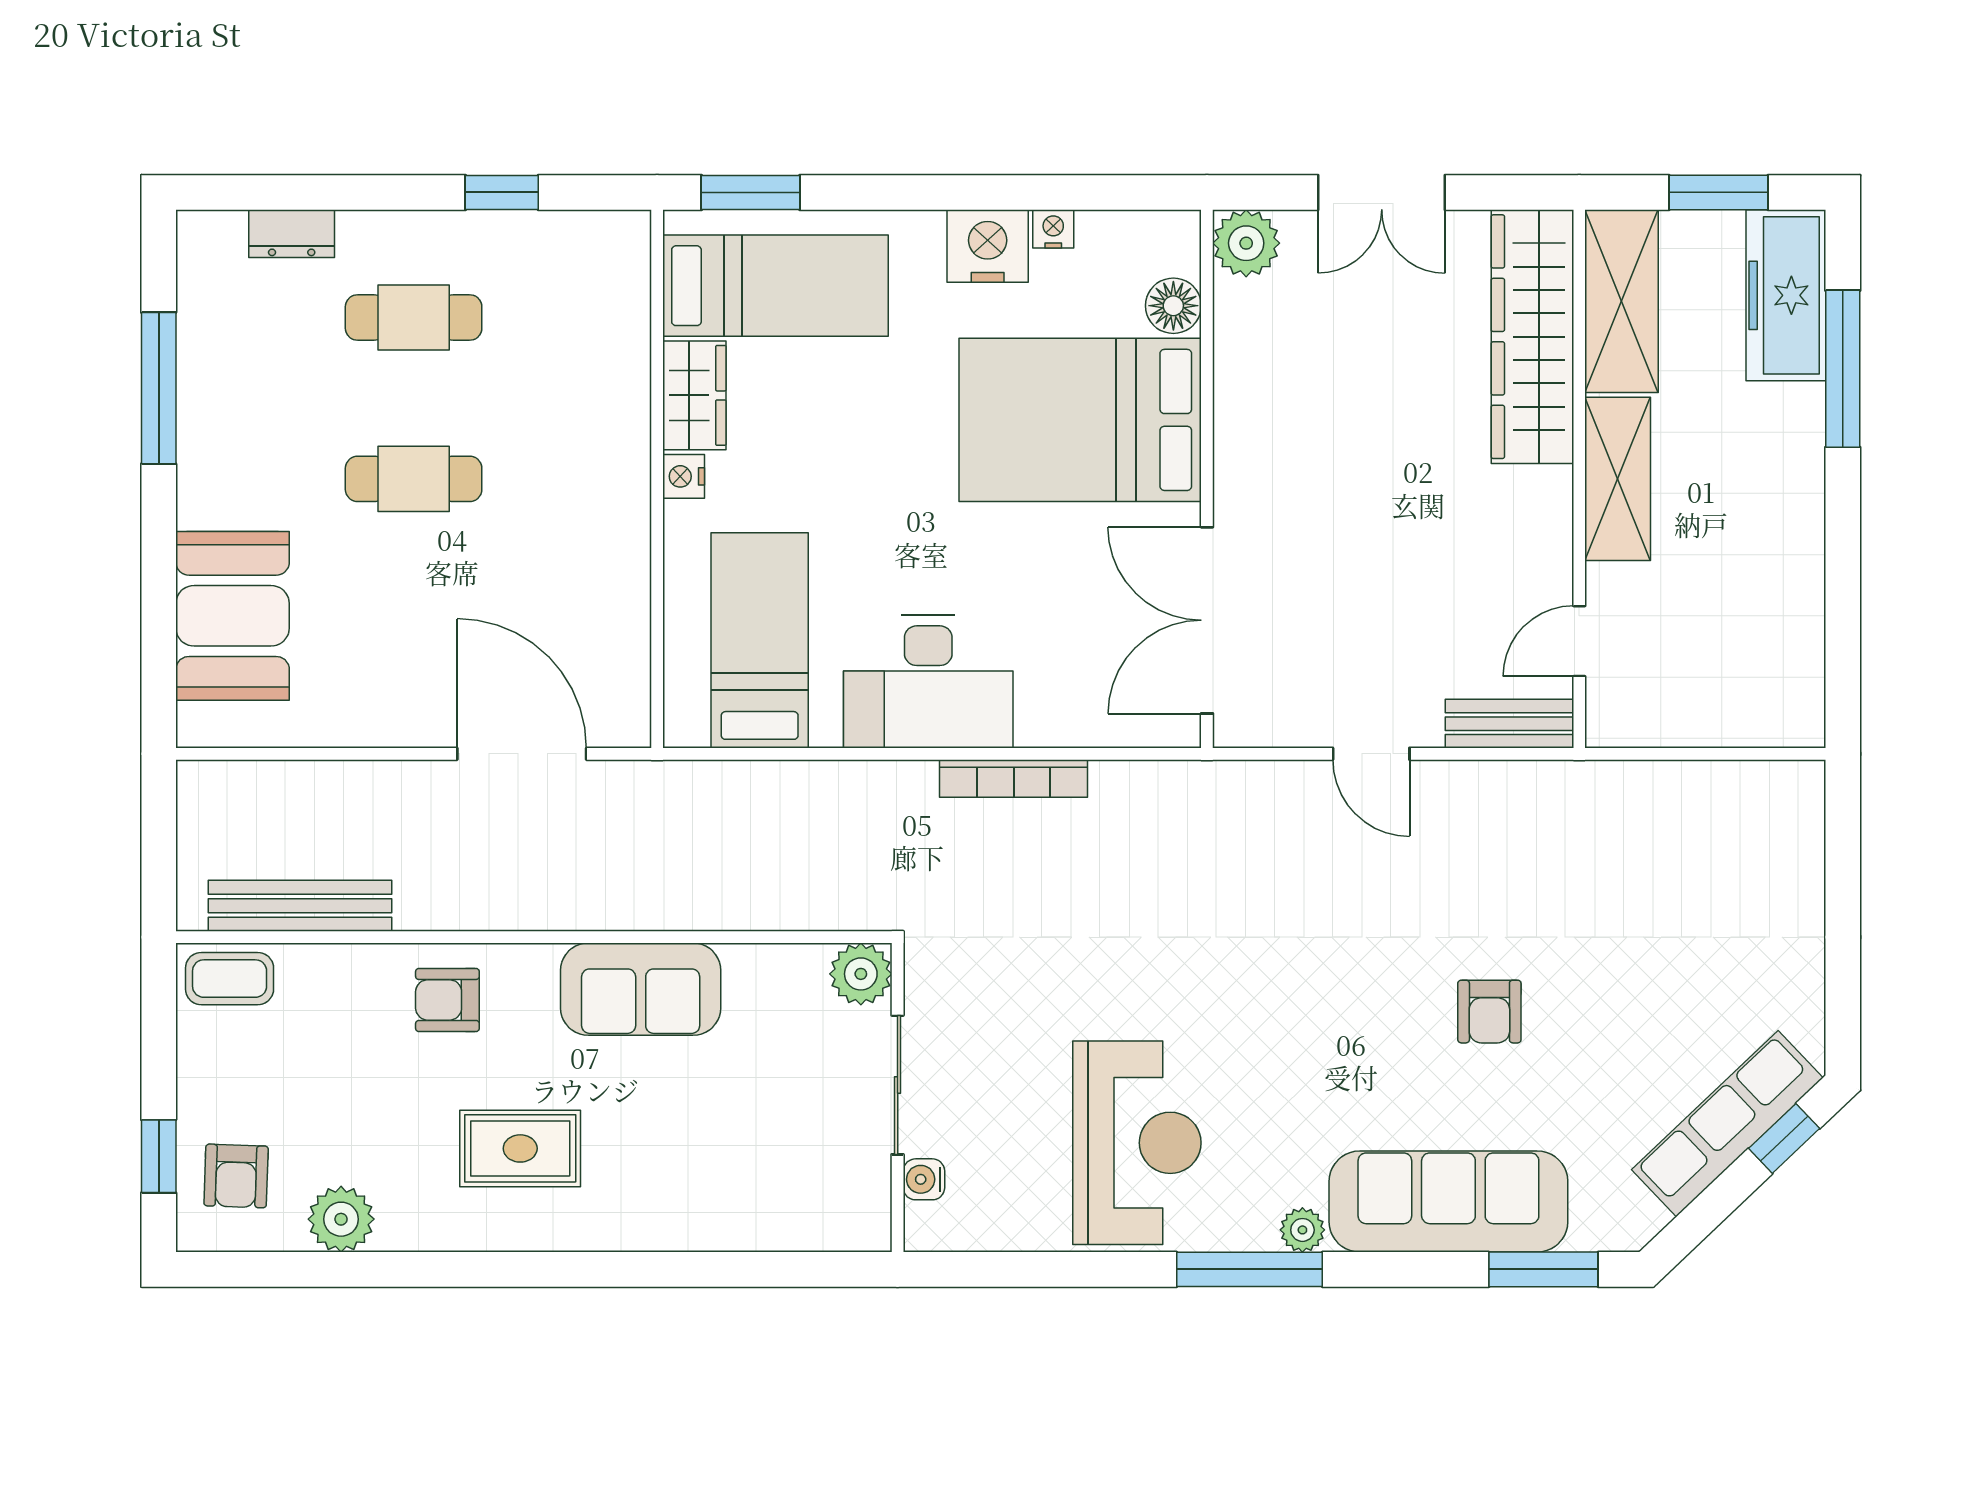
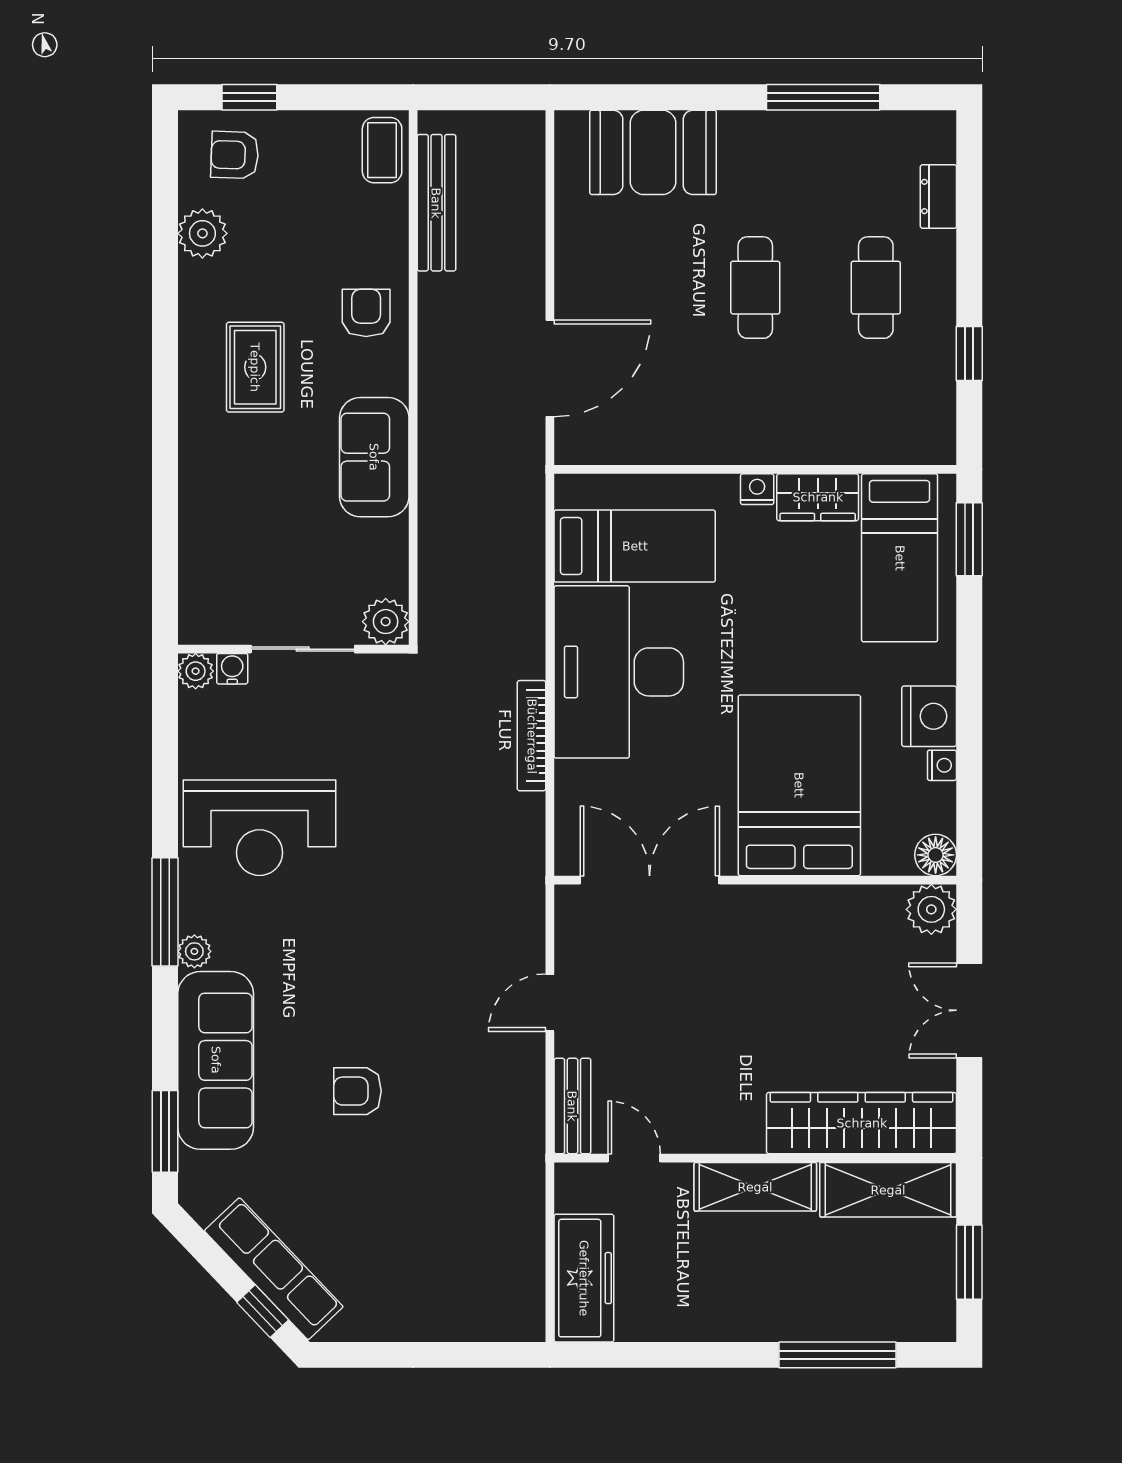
freezer: (1786, 295) -> (584, 1278), moved, turned 90
floor lamp: (1173, 306) -> (936, 855), moved
desk: (928, 682) -> (619, 672), width x1.36, depth x1.30
plant: (927, 1228) -> (196, 671), added

